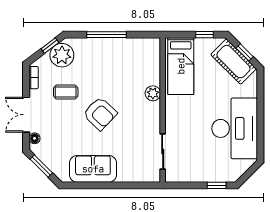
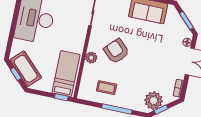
window: (204, 35) -> (61, 97), moved
coffee table: (66, 92) -> (107, 88), moved
armchair: (100, 113) -> (116, 51), moved

